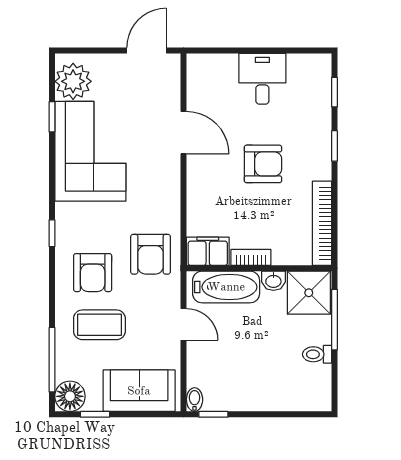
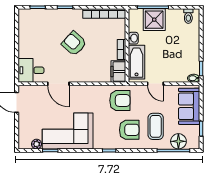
desk: (262, 79) -> (31, 70), moved
plant: (73, 81) -> (37, 144), width x0.53, depth x0.53
door: (184, 133) -> (58, 84), swing flipped
armchair: (263, 164) -> (74, 43), turned -48
shower: (309, 293) -> (154, 20), moved
door: (184, 324) -> (155, 84), swing flipped
toilet: (317, 354) -> (188, 16), moved
floor lamp: (70, 396) -> (178, 141), moved

